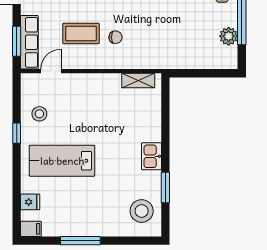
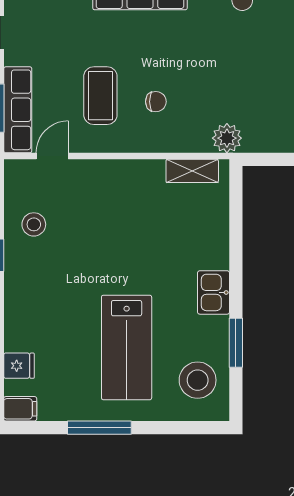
coffee table: (81, 33) -> (100, 96), turned 90
plant: (160, 60) -> (227, 138), added
lab bench: (62, 161) -> (127, 347), moved, turned -90

